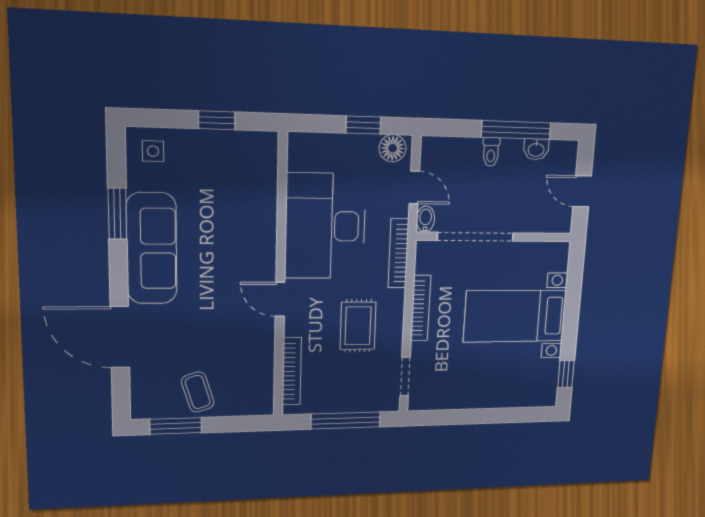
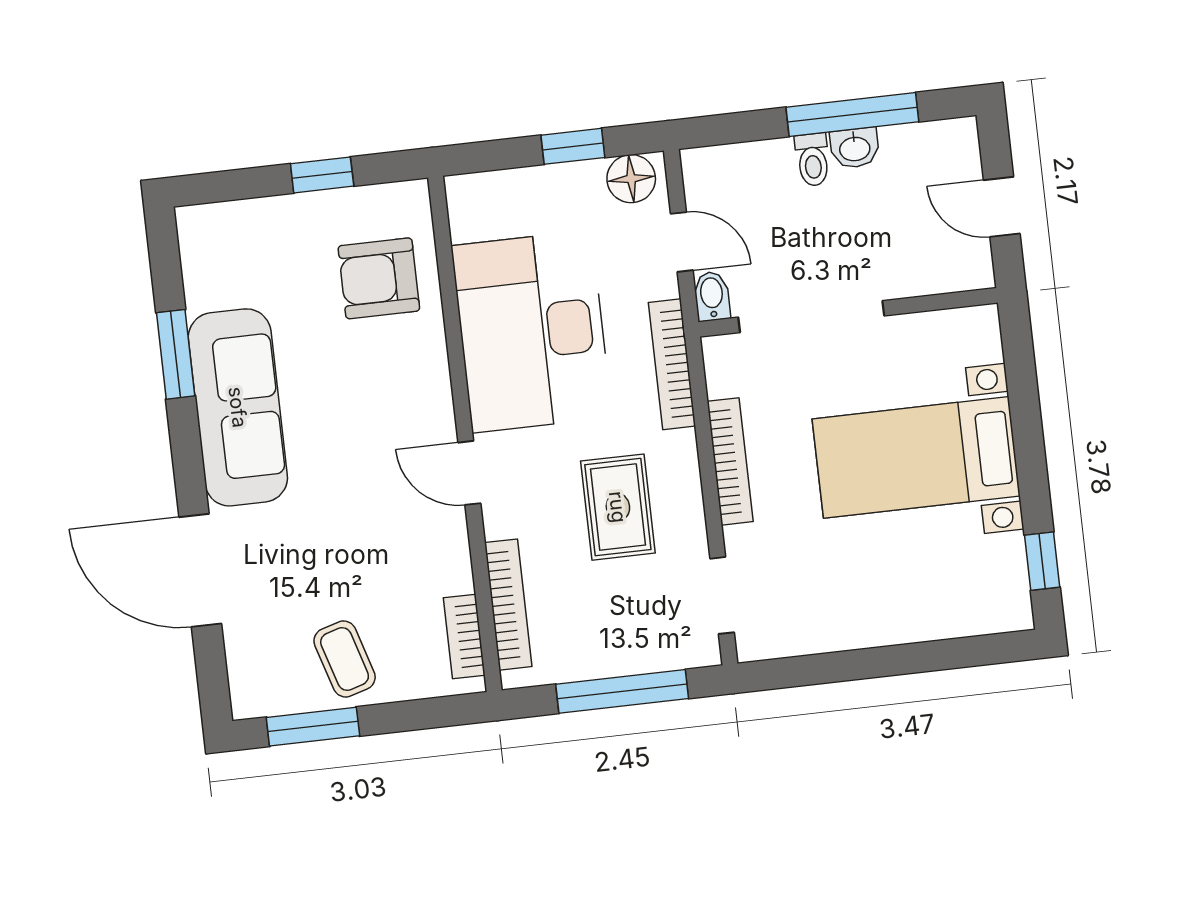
washbasin: (536, 149) -> (855, 148), moved
side table: (153, 151) -> (223, 241), removed
armchair: (243, 185) -> (379, 278), added
bookcase: (265, 386) -> (464, 637), added

